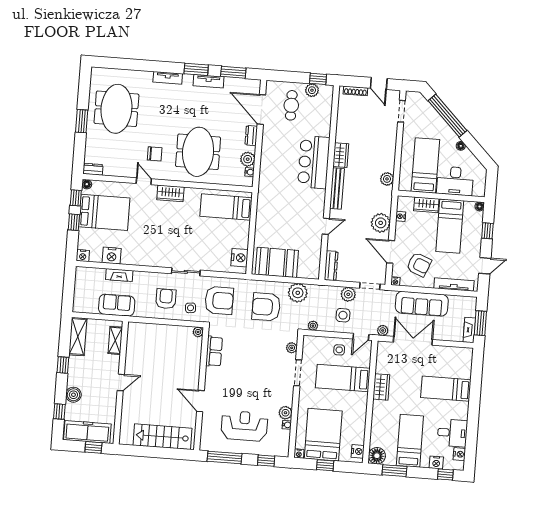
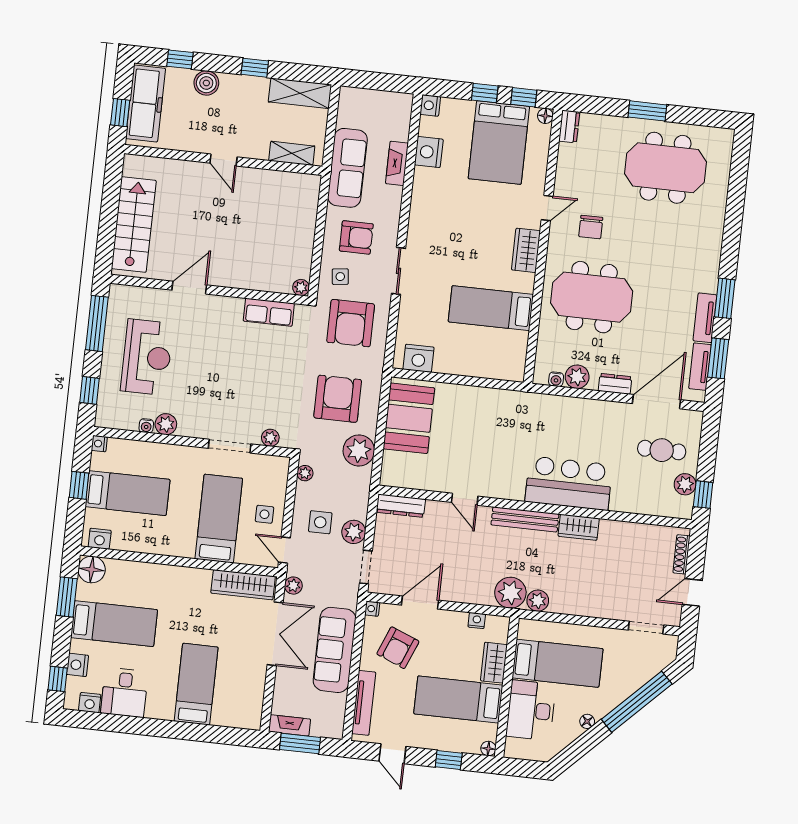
tv unit: (168, 78) -> (700, 367), moved
bed: (226, 207) -> (491, 308), moved, turned -90
plant: (381, 223) -> (510, 593), moved
sofa: (117, 305) -> (347, 168), width x1.36
wardrobe: (381, 387) -> (243, 585), moved, width x1.50
bed: (323, 435) -> (127, 493), width x0.67

